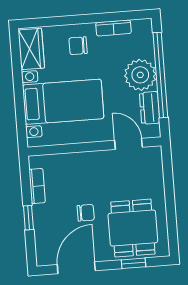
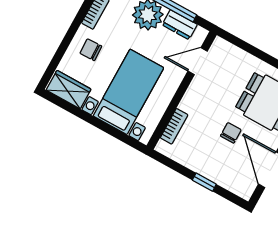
chair: (78, 46) -> (91, 50), turned 88
bookcase: (37, 186) -> (174, 126), moved, turned 90

